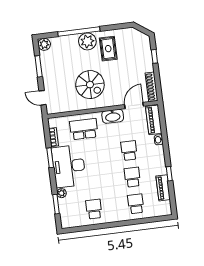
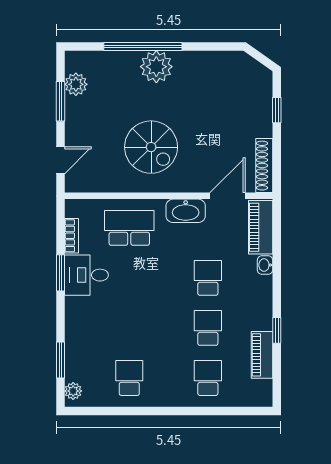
plant: (44, 44) -> (76, 84), moved
rug: (108, 49) -> (193, 85), removed
door: (43, 98) -> (60, 160), swing flipped
desk: (69, 166) -> (86, 275), width x0.53, depth x0.77
plant: (62, 193) -> (73, 391), moved

